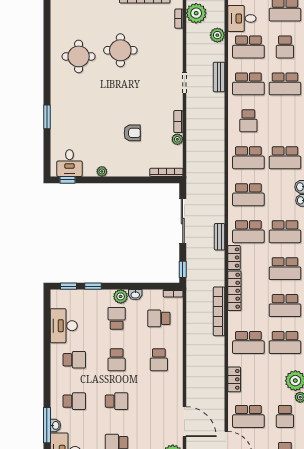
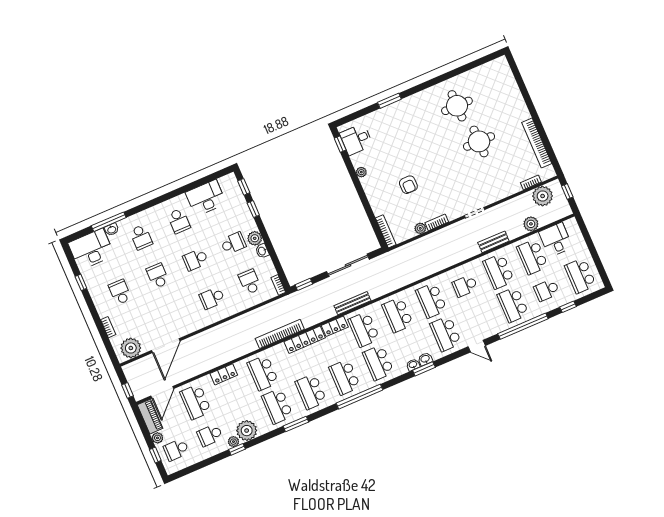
bench: (220, 237) -> (352, 303), width x1.36
school desk: (117, 401) -> (158, 276), turned 180

